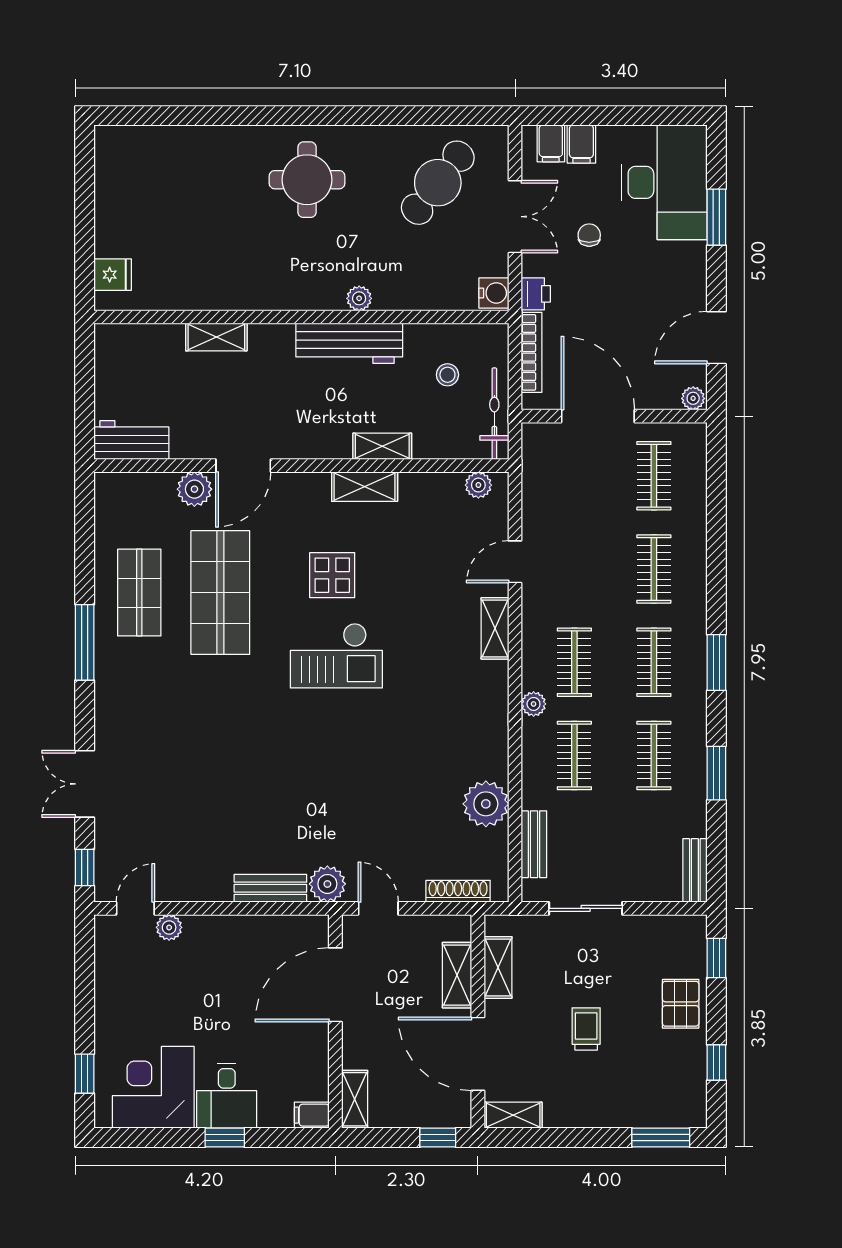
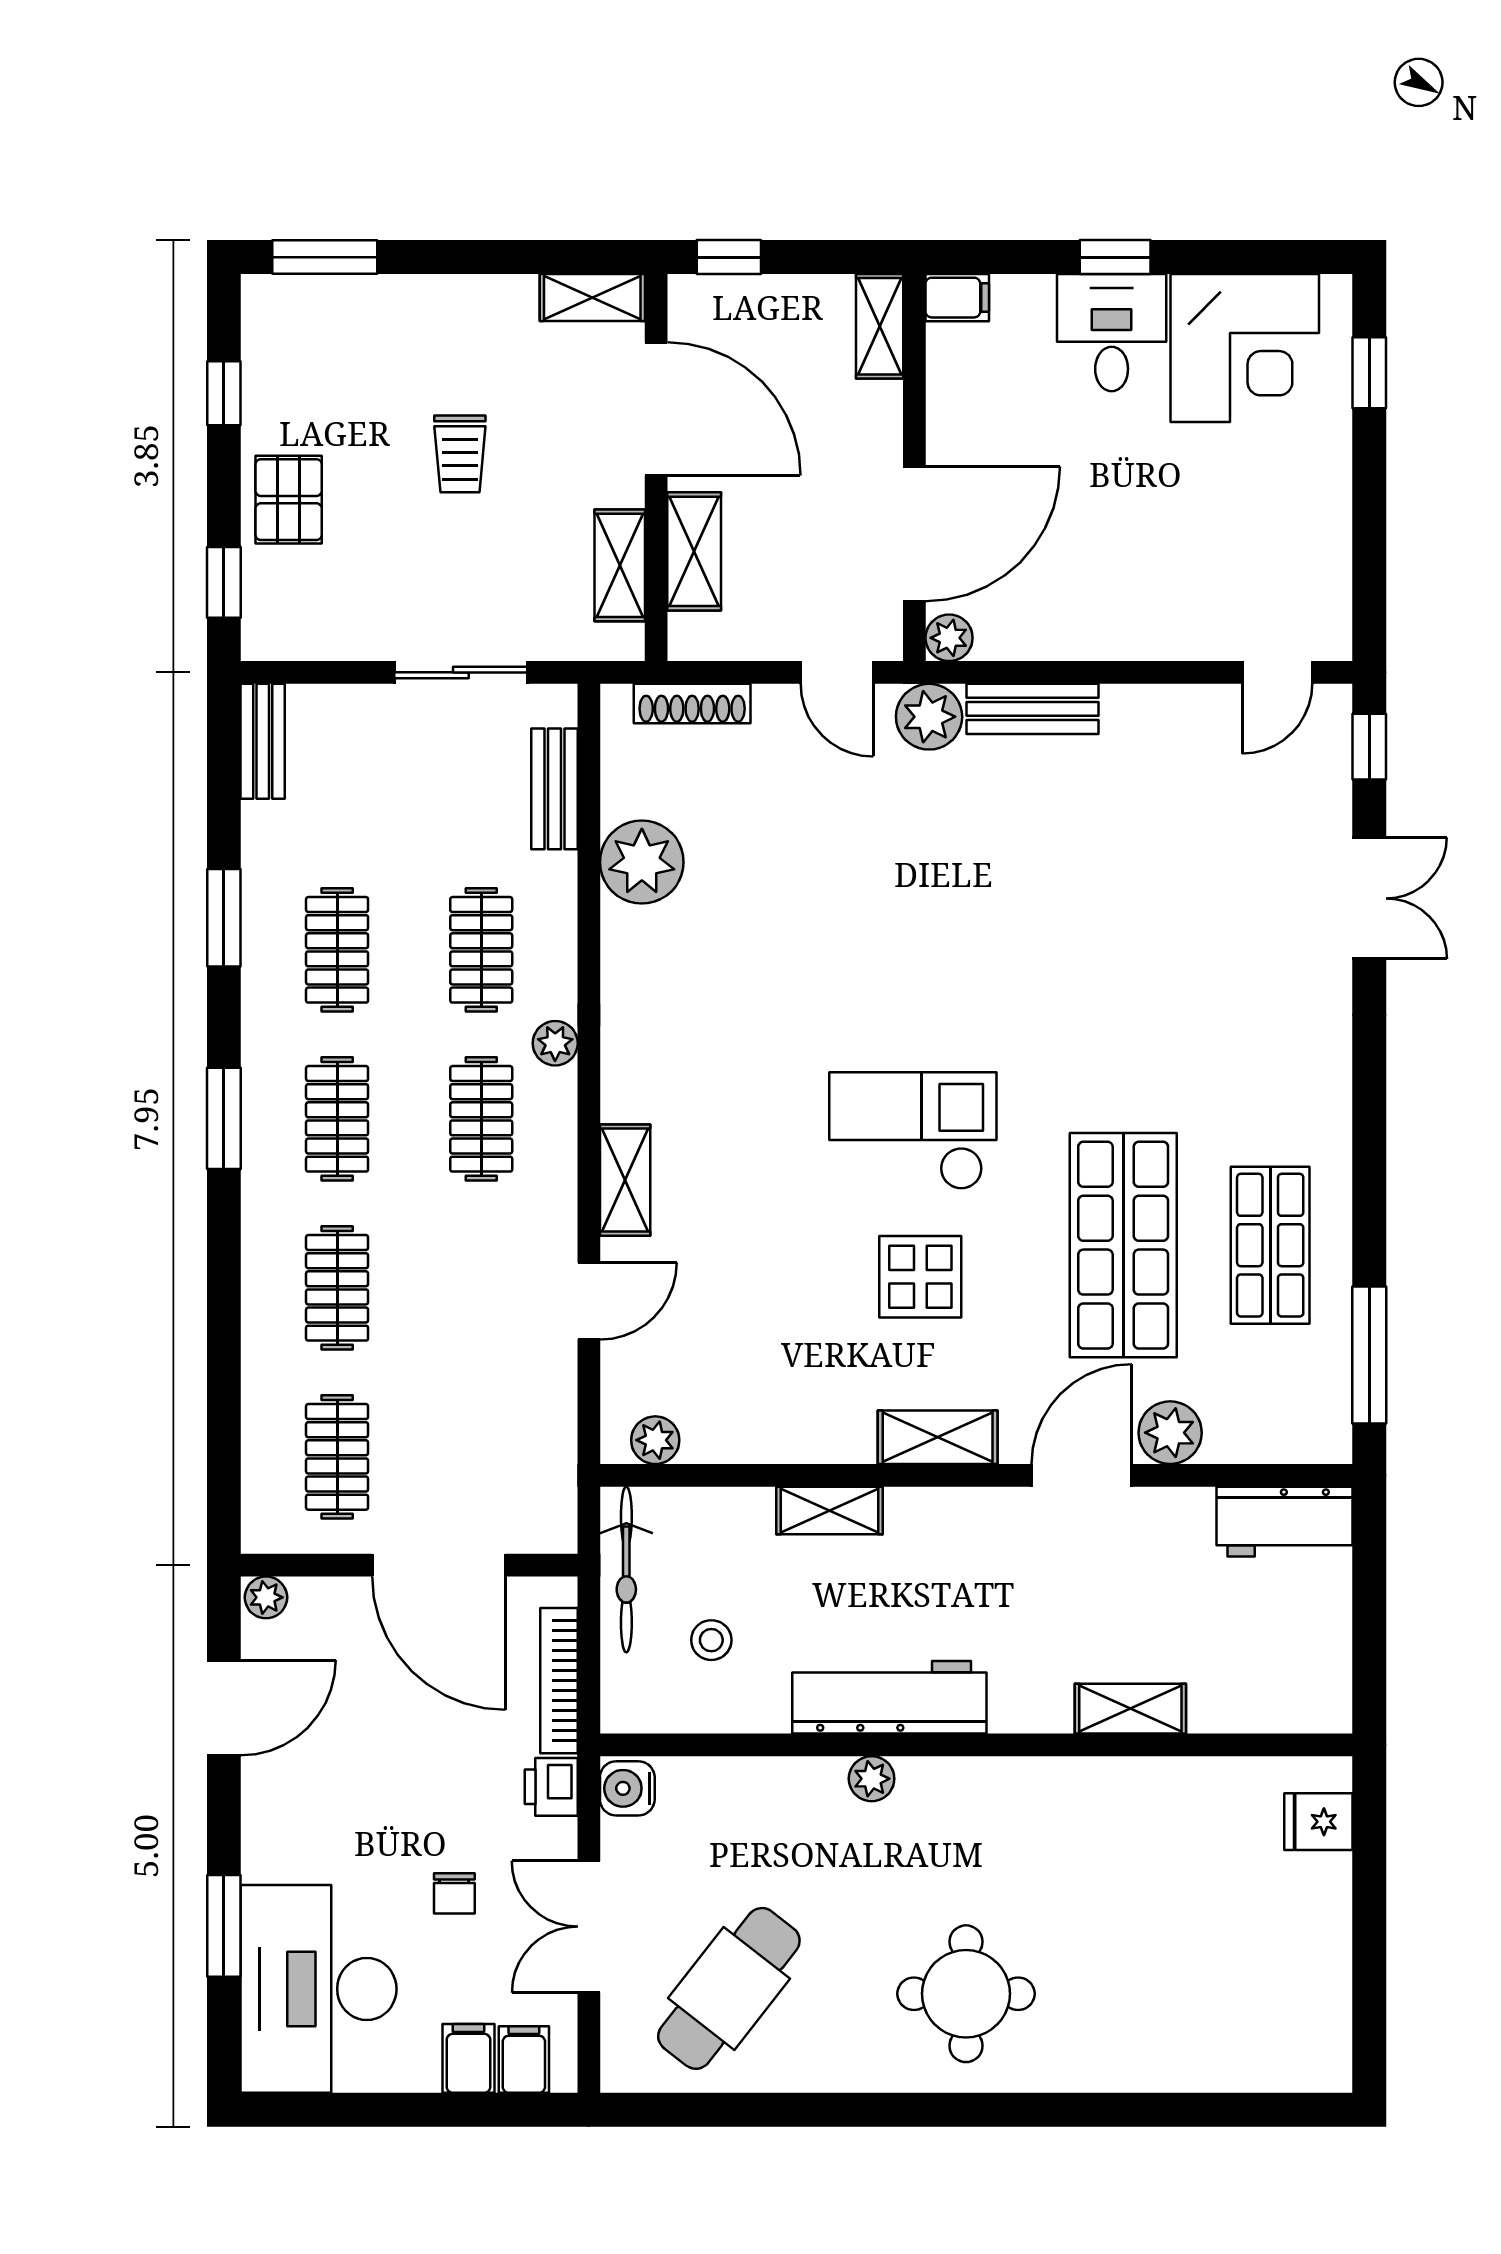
shelving: (365, 487) -> (938, 1437), moved
window: (85, 642) -> (1369, 1355), moved
plant: (169, 927) -> (949, 638), moved

